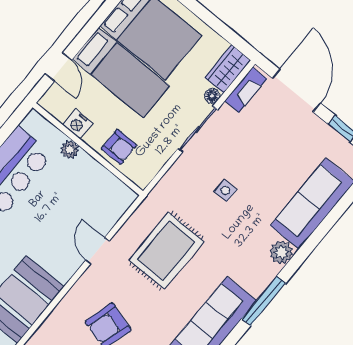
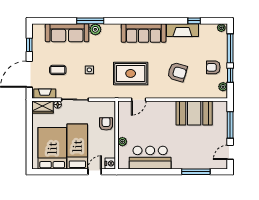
nightstand: (78, 124) -> (110, 163), moved
coffee table: (266, 141) -> (58, 70), added
door: (97, 251) -> (139, 100), moved
window: (264, 301) -> (90, 21), moved

